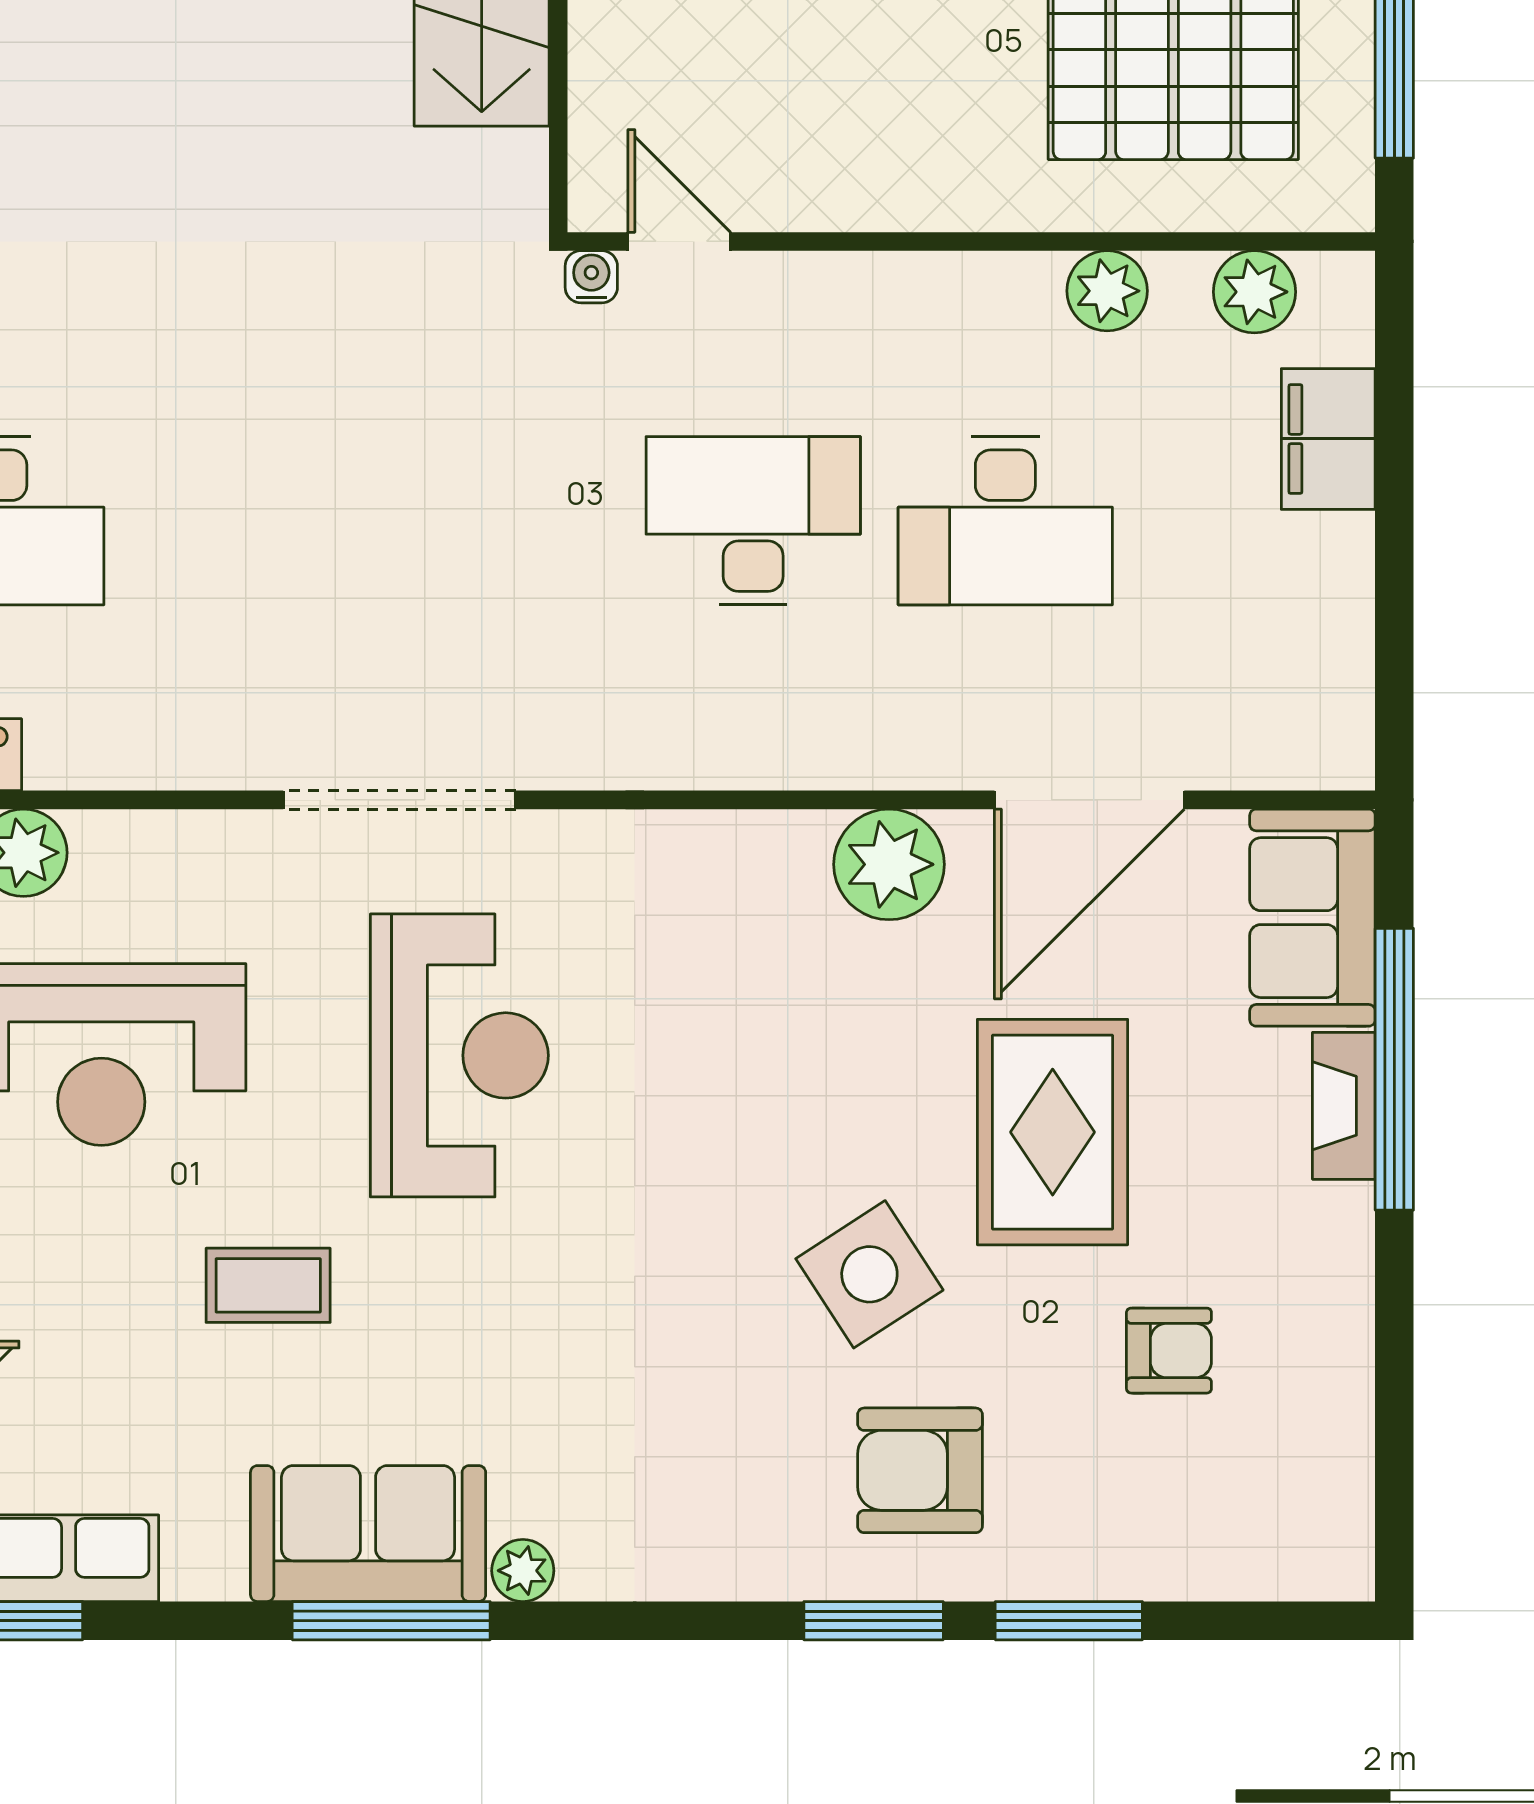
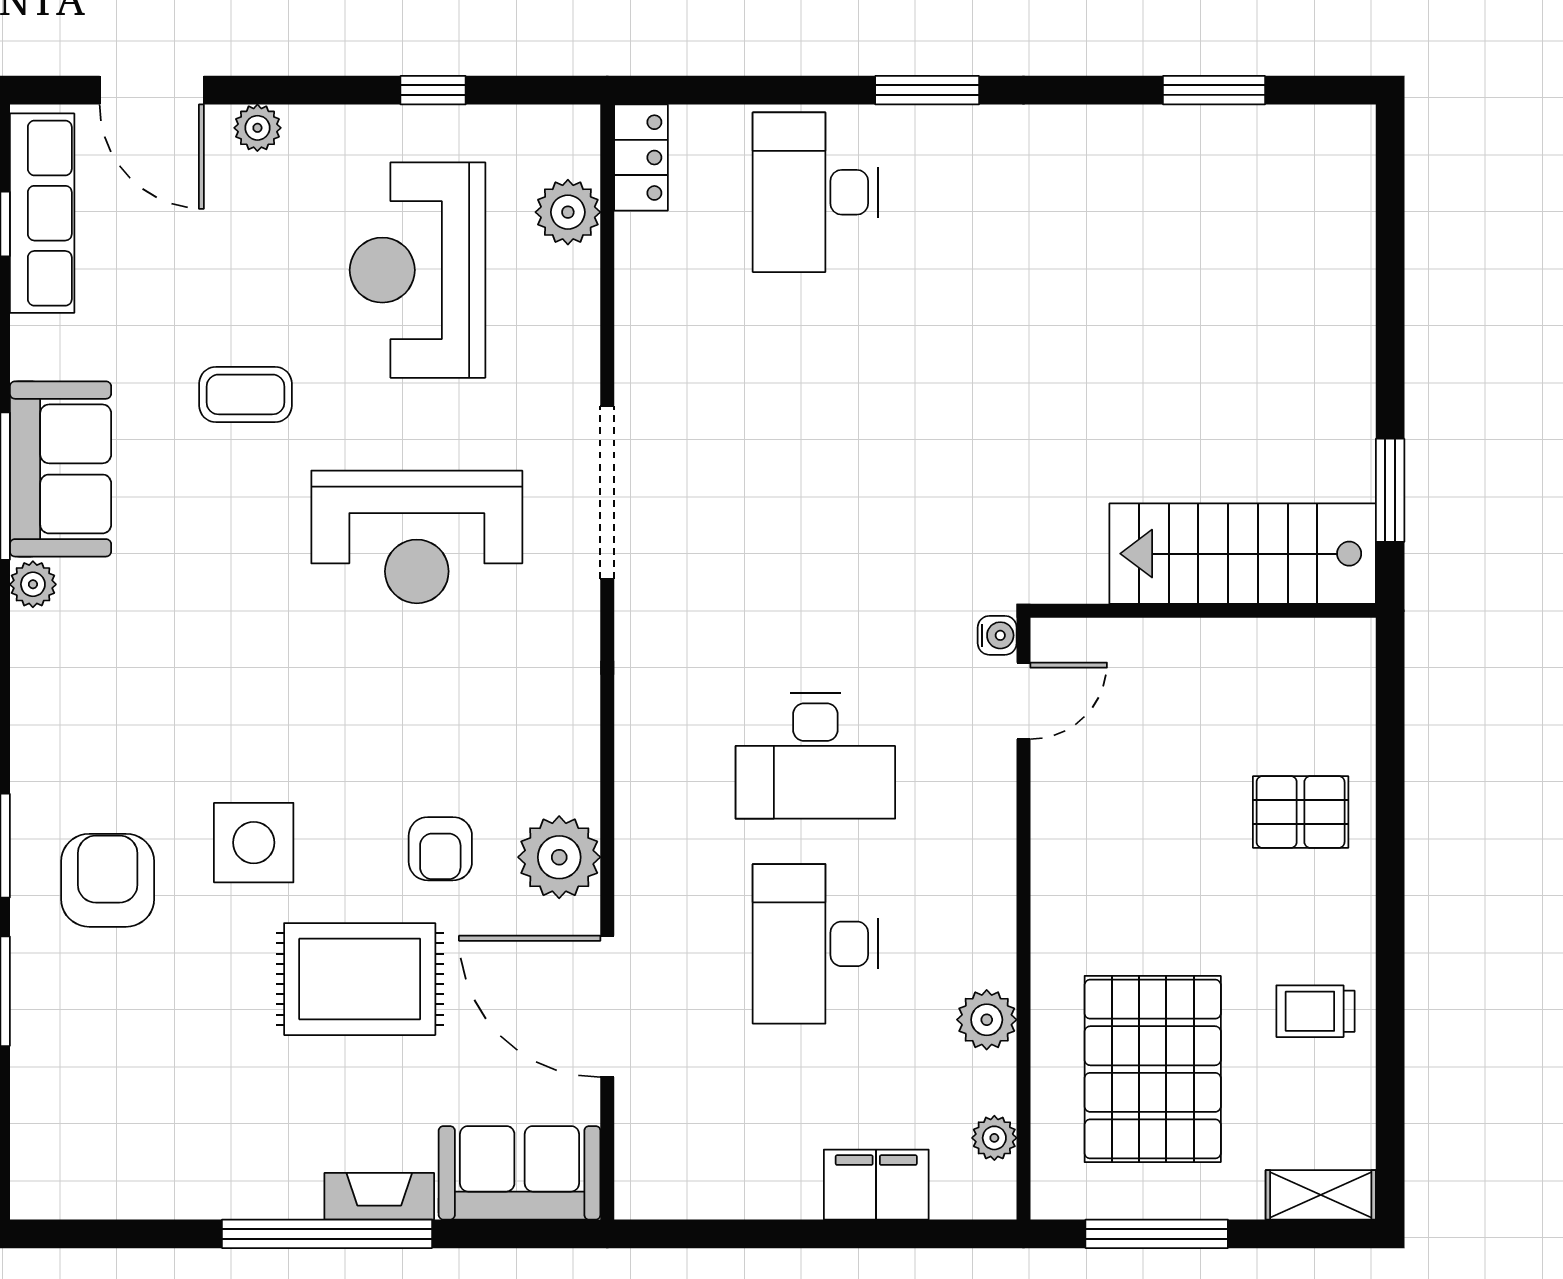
plant: (1254, 292) -> (994, 1138), width x0.73, depth x0.73
desk: (753, 521) -> (815, 756), turned 90
window: (1394, 1069) -> (327, 1234), moved
side table: (869, 1274) -> (254, 843), turned 33
coffee table: (268, 1285) -> (245, 394), turned 90
armchair: (1169, 1351) -> (440, 849), moved

